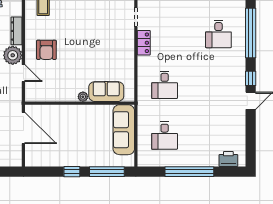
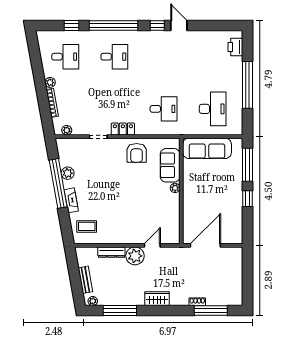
armchair: (46, 50) -> (137, 153), moved, turned 90
desk: (165, 136) -> (213, 109), width x1.37

